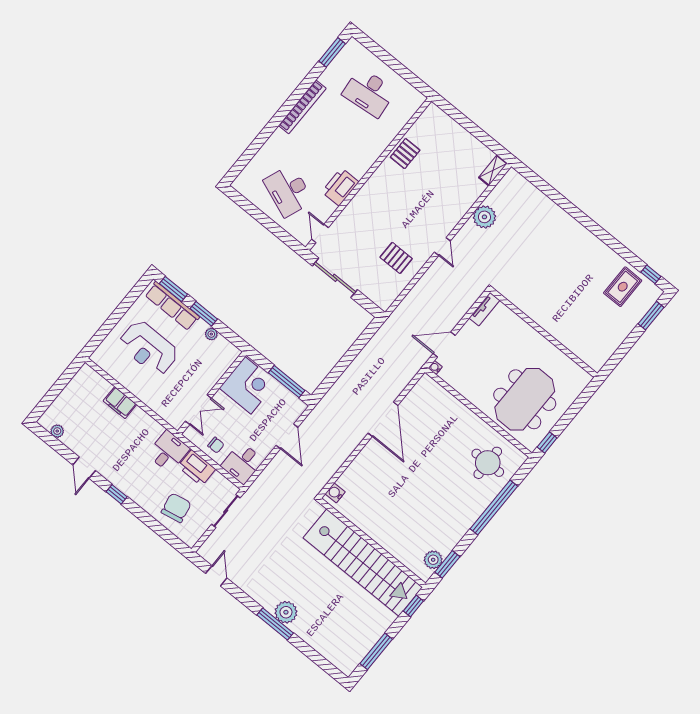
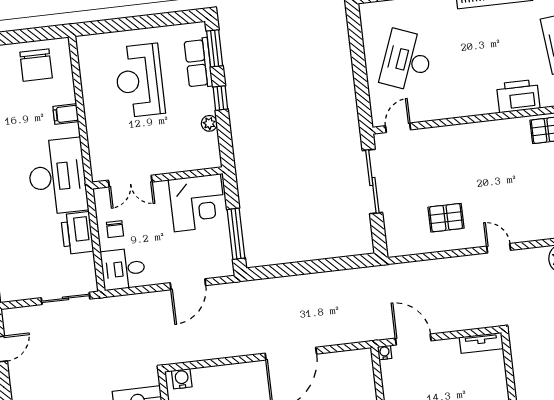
printer: (340, 187) -> (518, 96), moved
door: (442, 246) -> (499, 248), swing flipped
pallet: (396, 258) -> (446, 218), turned 90
row of seats: (172, 306) -> (198, 63), width x0.68
window: (204, 314) -> (220, 98), width x0.67
filing cabinet: (120, 403) -> (66, 114), width x0.50
desk: (168, 452) -> (57, 176), width x1.87, depth x1.30
chair: (176, 508) -> (36, 65), moved, turned 101

